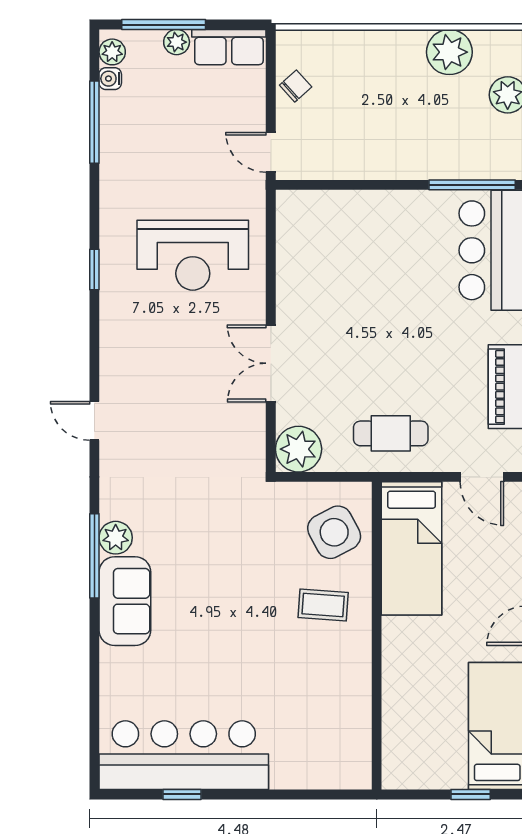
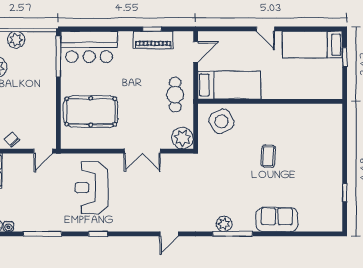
window: (94, 122) -> (42, 234), moved
pool table: (355, 254) -> (91, 112), added
reception desk: (193, 255) -> (91, 188), turned 180
sofa: (125, 601) -> (277, 220), moved
coffee table: (323, 605) -> (268, 156), moved
bar counter: (184, 755) -> (326, 192), removed

